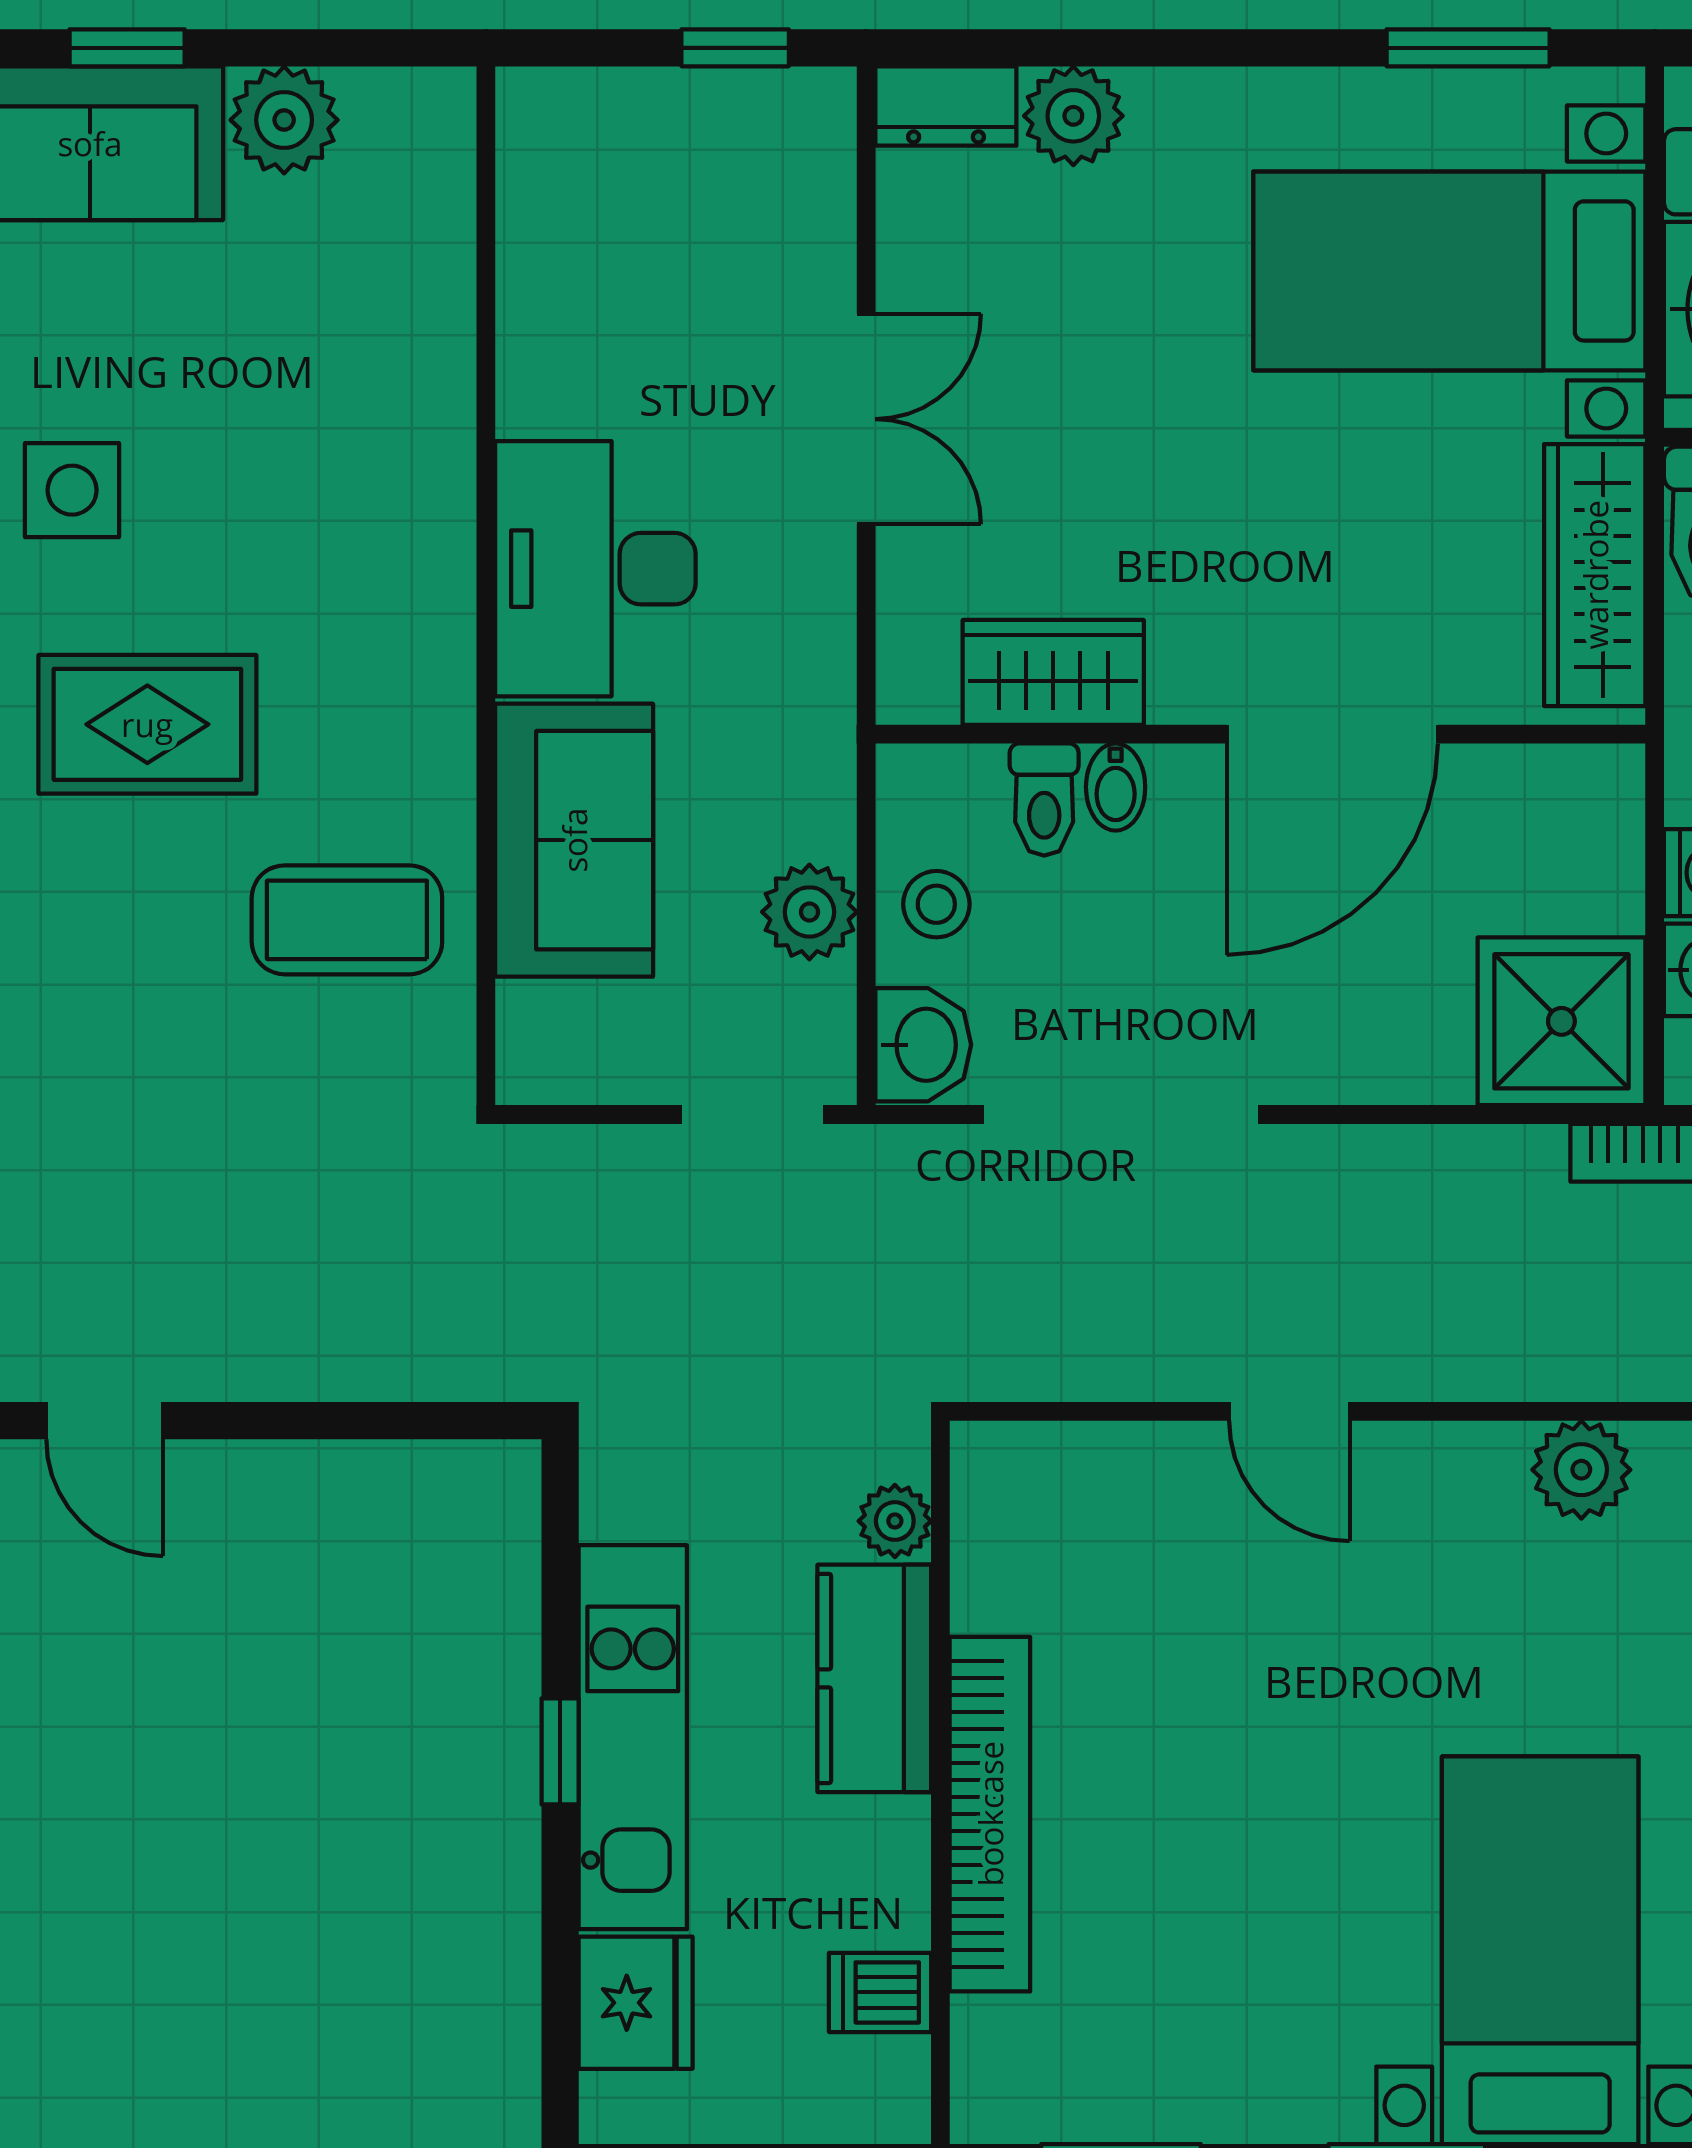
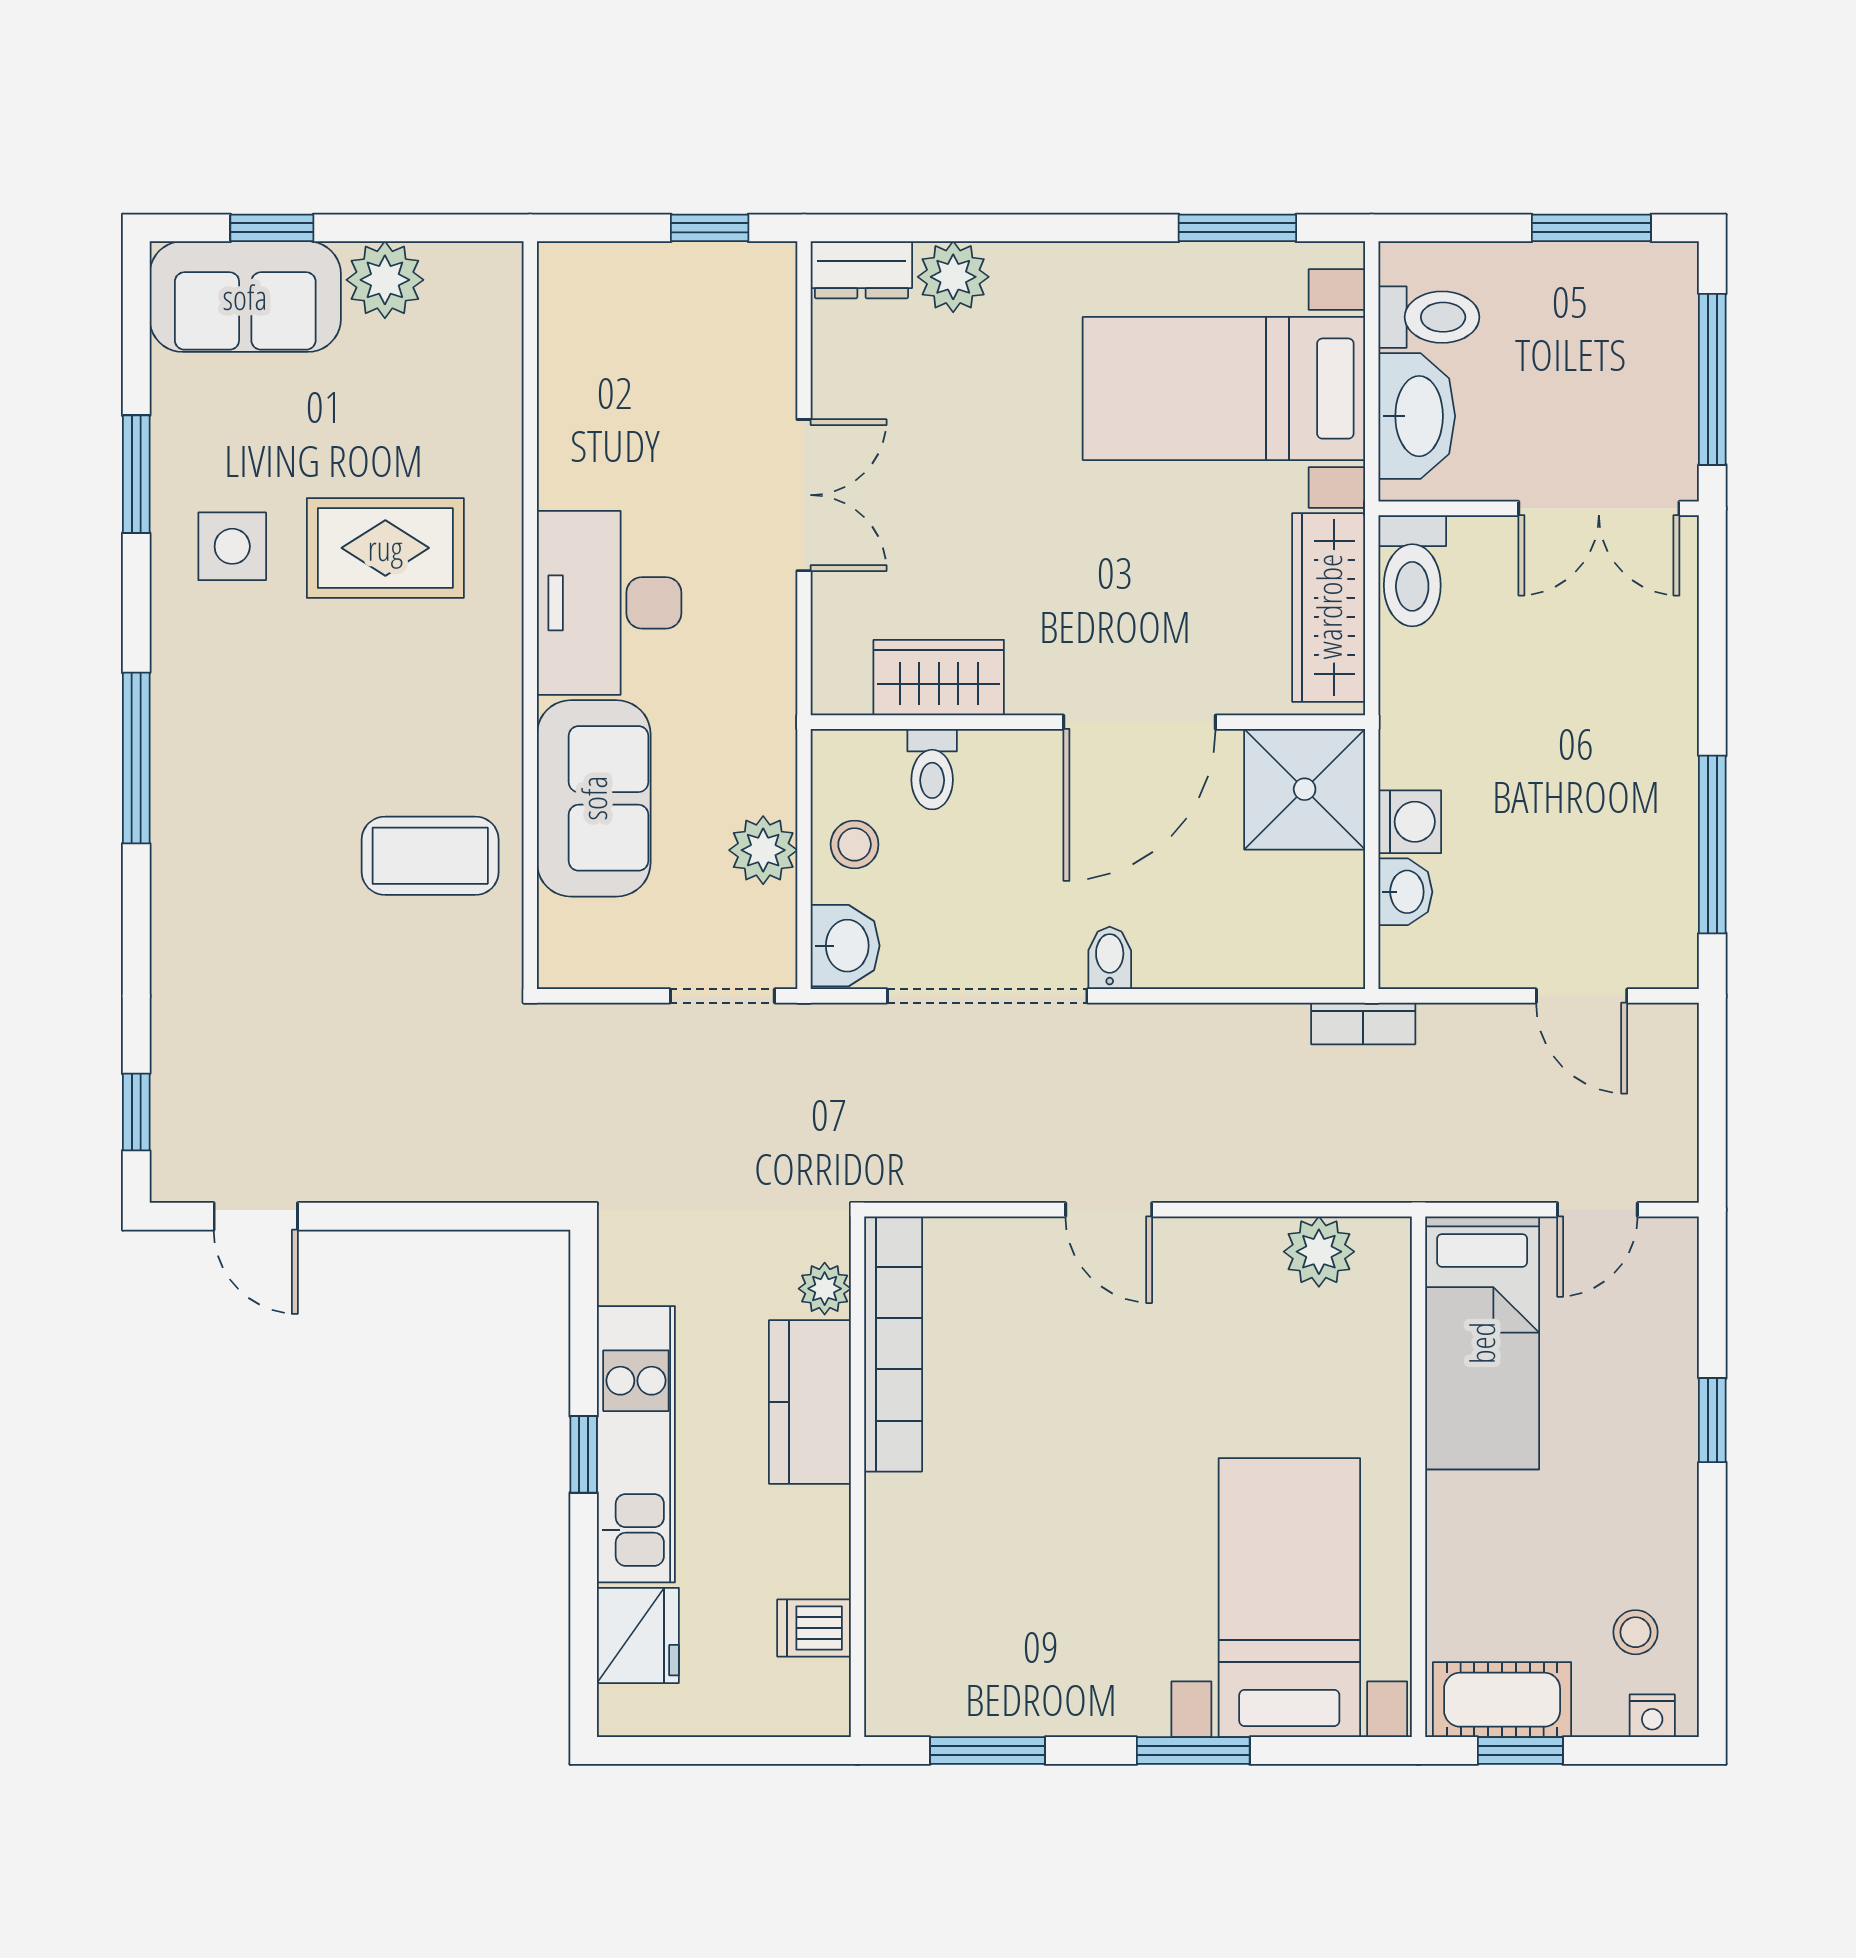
rug: (147, 724) -> (385, 548), moved
bidet: (1116, 787) -> (1110, 958), moved, turned 180
shower: (1561, 1021) -> (1305, 789), moved
bookcase: (990, 1814) -> (893, 1344), moved

